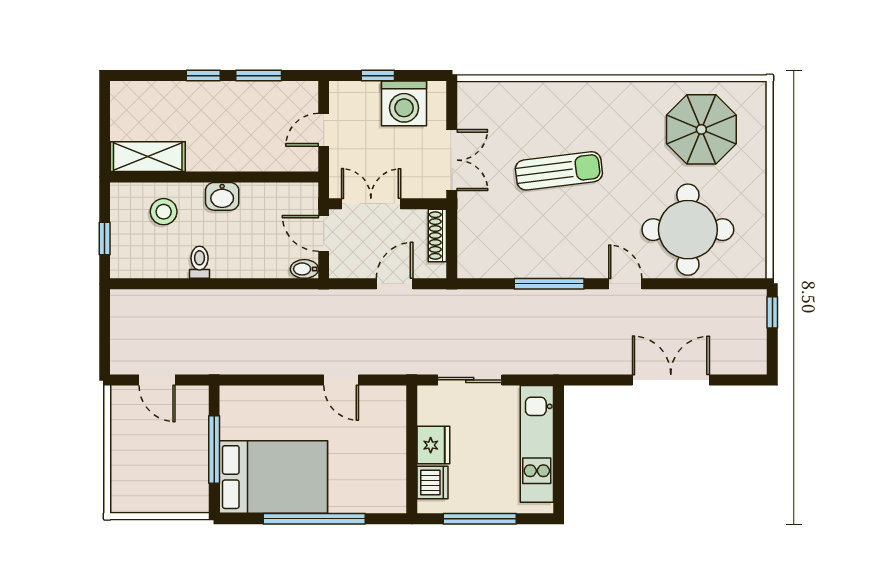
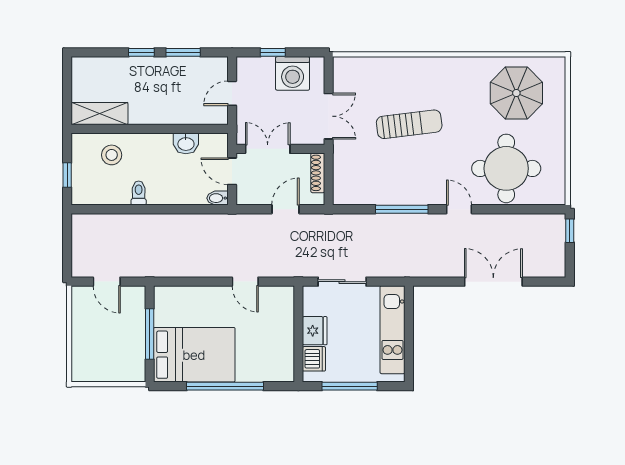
washbasin: (222, 196) -> (186, 143), moved

